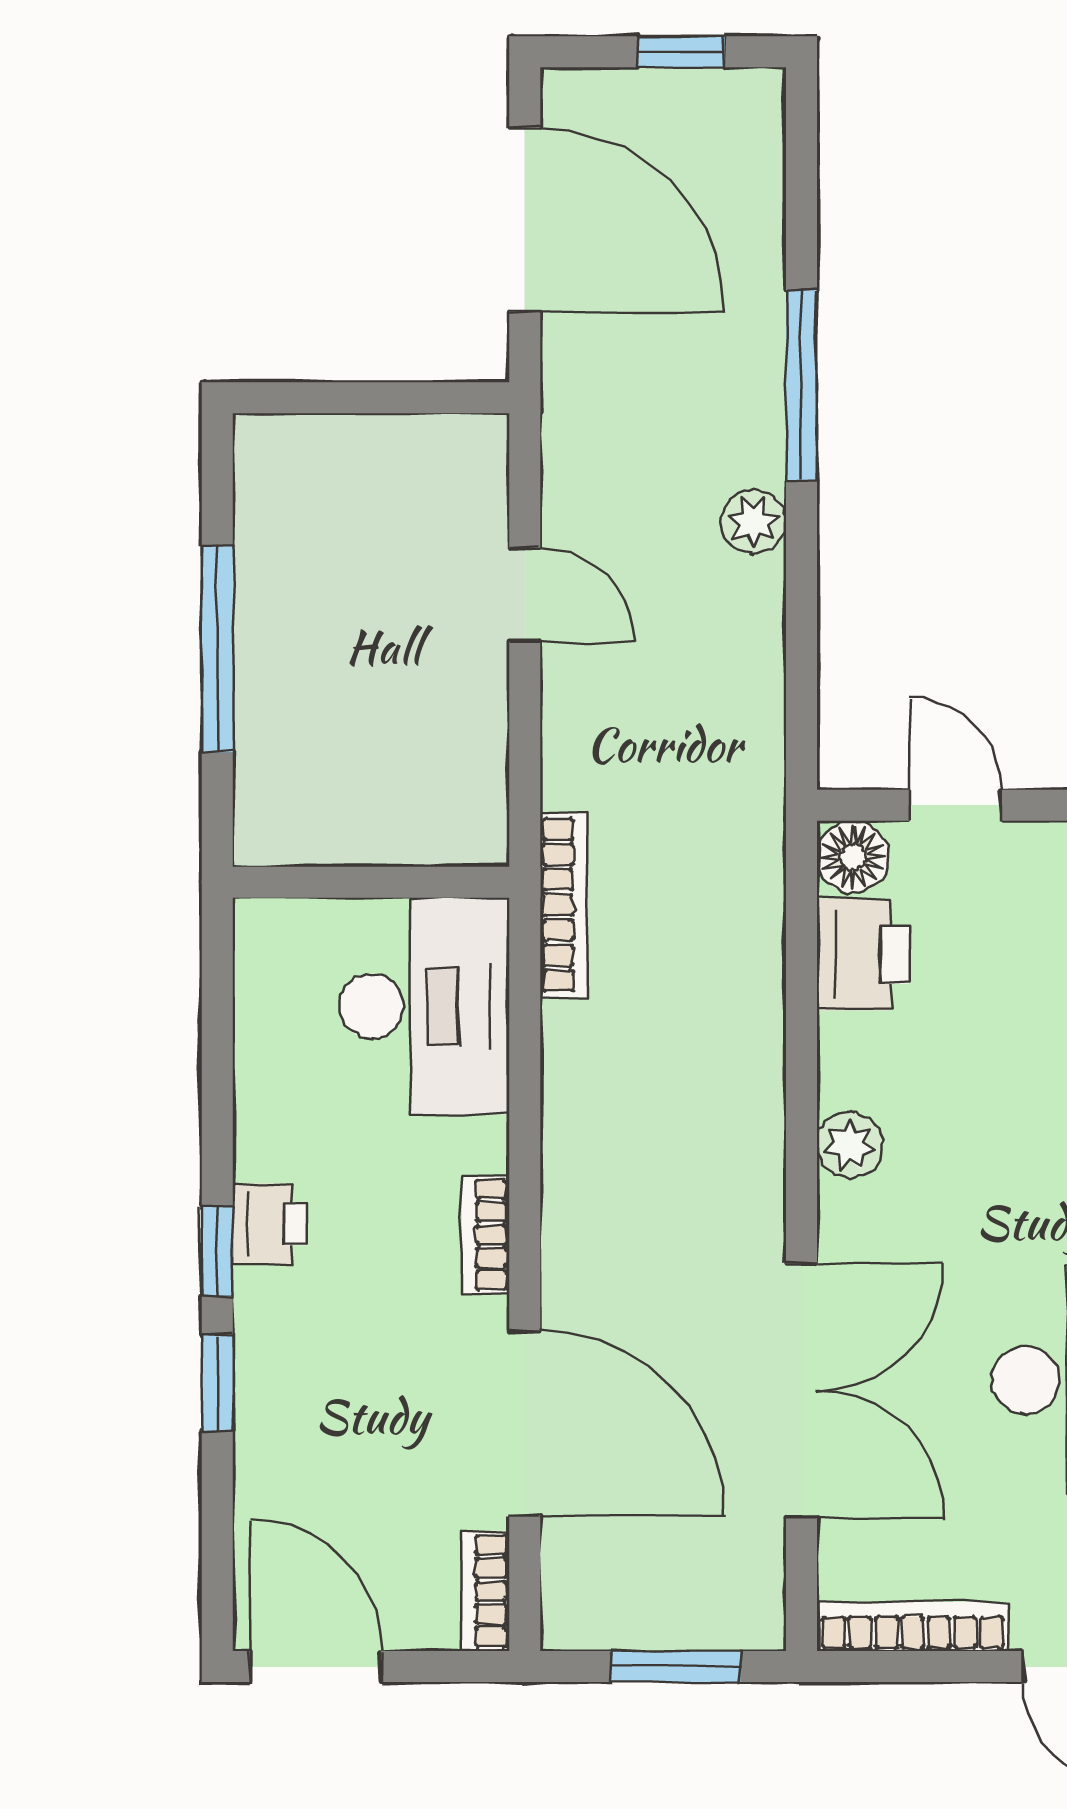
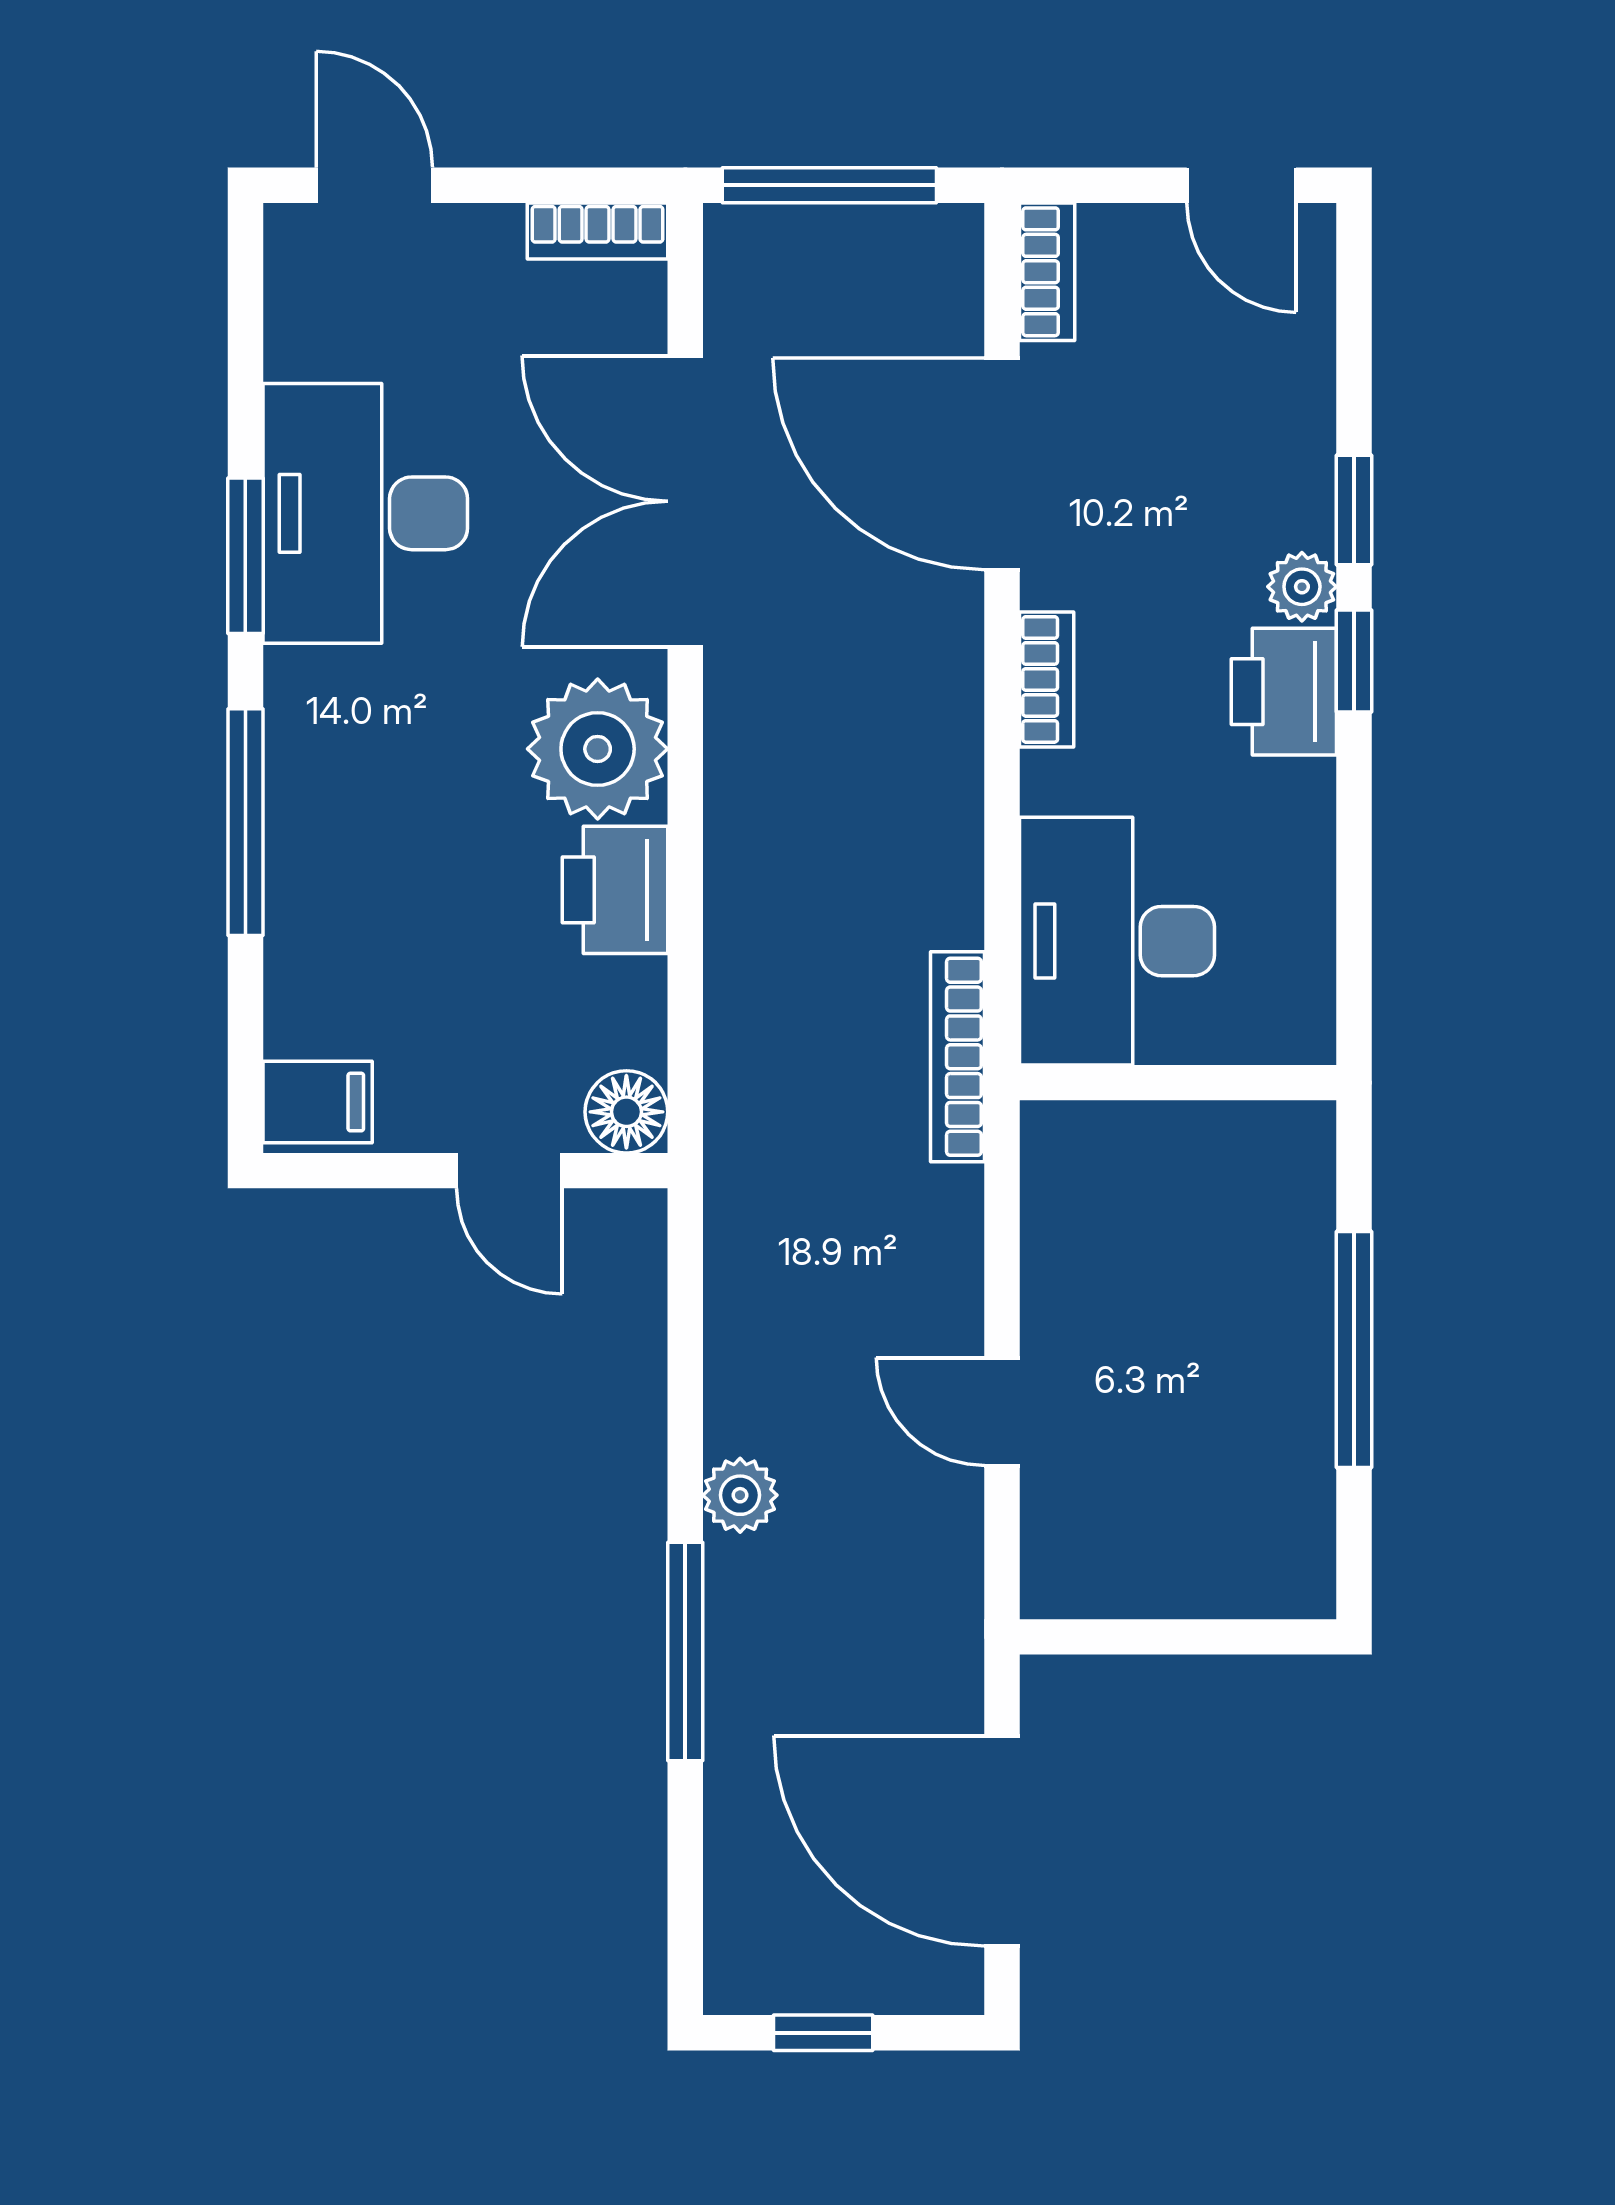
printer: (863, 955) -> (615, 890), moved
plant: (850, 1145) -> (598, 749), width x1.87, depth x1.87
printer: (270, 1224) -> (1284, 692), width x1.36, depth x1.24
plant: (263, 1316) -> (1302, 587), added
bookcase: (913, 1627) -> (598, 231), width x0.64
door: (315, 1667) -> (1241, 185), width x0.73
window: (676, 1667) -> (829, 185), width x1.44

